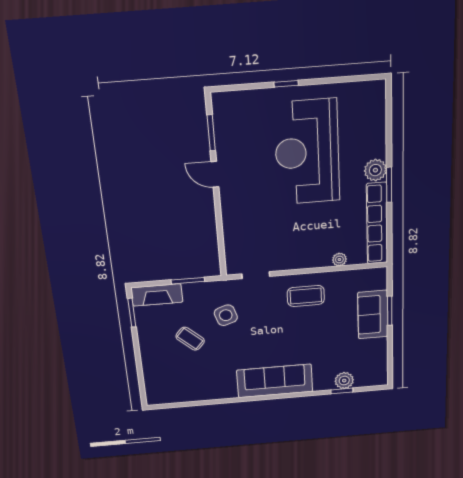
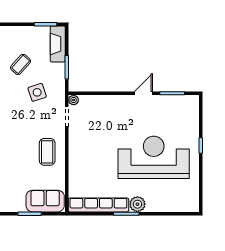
plant: (339, 260) -> (74, 100), moved
sofa: (373, 315) -> (45, 201), moved

